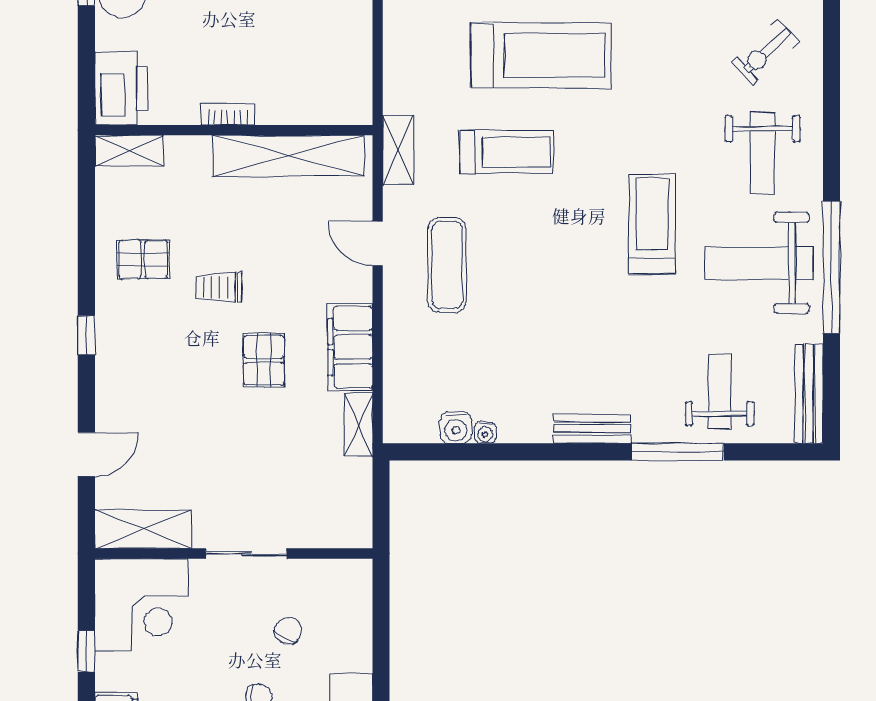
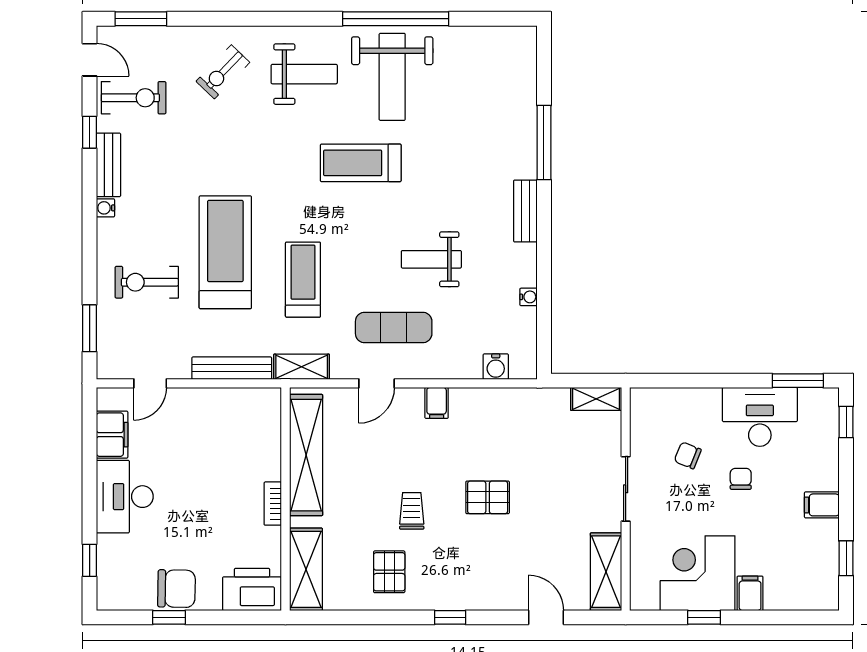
exercise bike: (765, 52) -> (223, 72), turned 87
shelving: (129, 151) -> (306, 569), width x1.50, depth x1.33
trolley: (219, 287) -> (412, 511), turned 180
filing cabinet: (350, 347) -> (437, 403), width x0.33, depth x0.86
pallet: (264, 360) -> (488, 497), moved
weight bench: (720, 391) -> (431, 259), moved
bench: (809, 394) -> (232, 368), moved
shelving: (358, 425) -> (596, 399), moved
water cooler: (456, 428) -> (496, 367), moved, turned 90
corner desk: (141, 605) -> (698, 573), moved, turned -90

